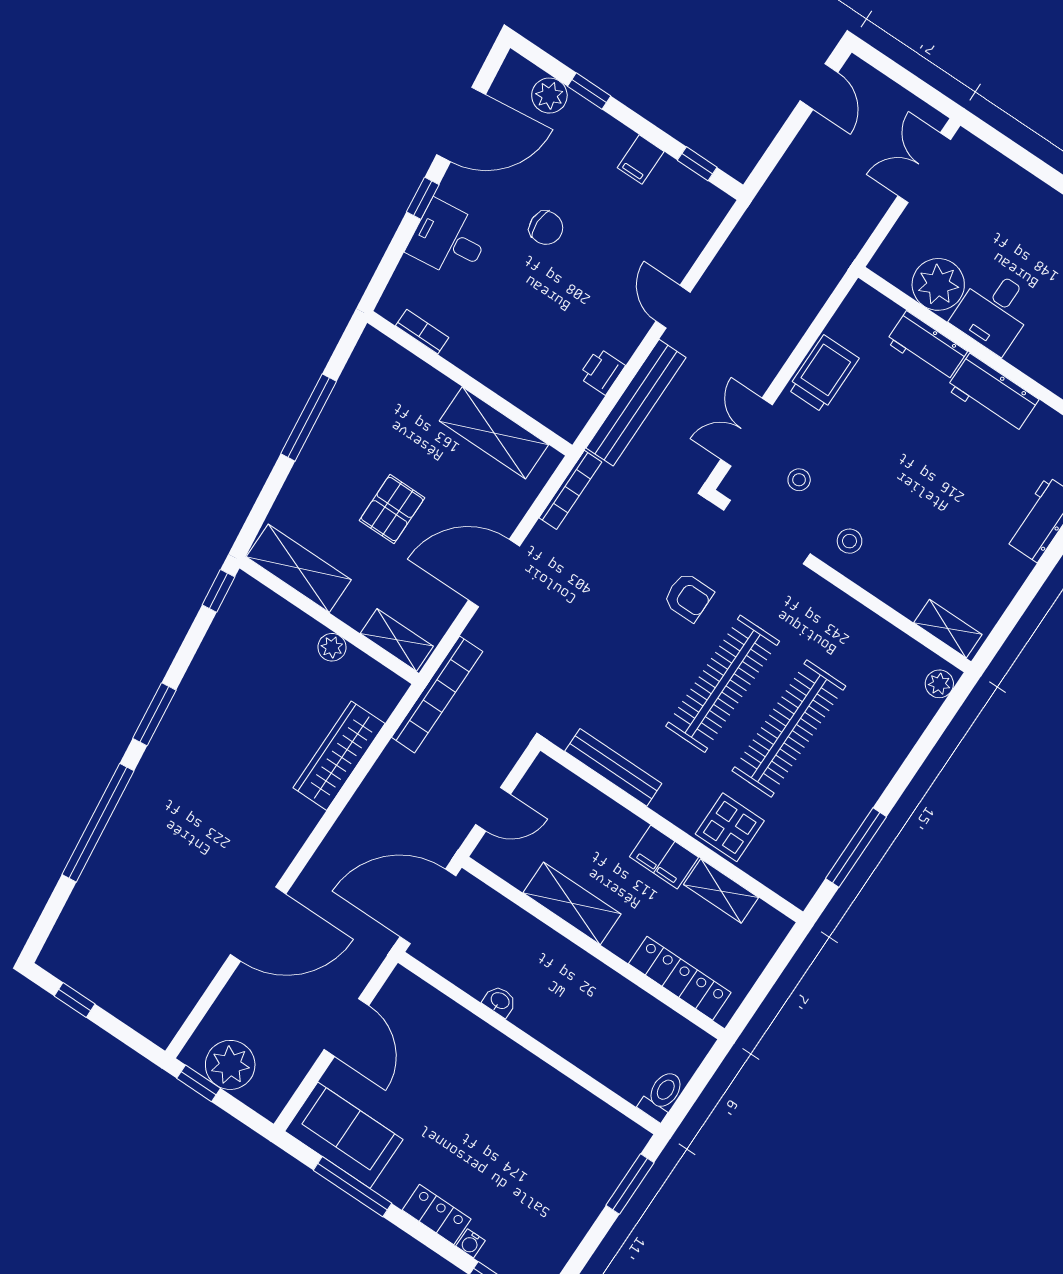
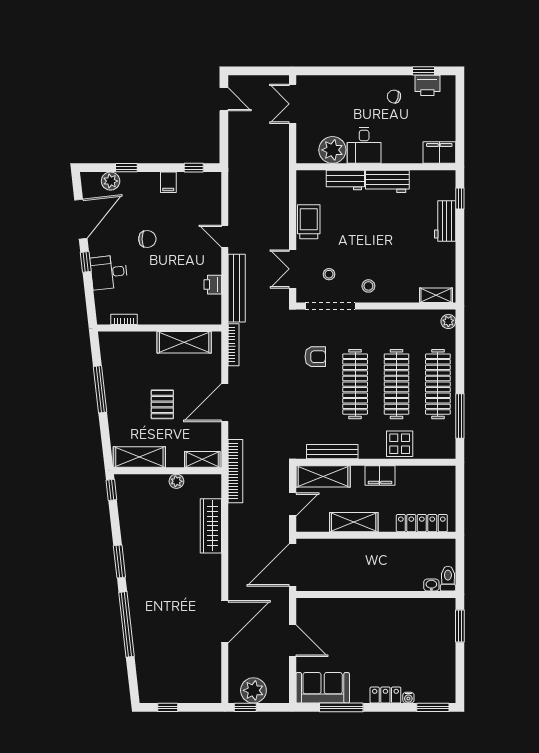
clothes rail: (855, 773) -> (438, 384), added
shelving: (721, 891) -> (323, 476), moved, width x1.50, depth x1.33
washbasin: (500, 1001) -> (431, 585), moved

